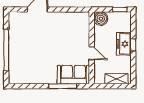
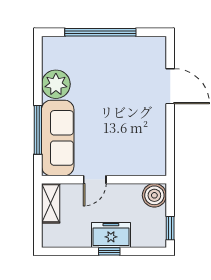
sofa: (73, 75) -> (58, 138), width x1.36
plant: (36, 76) -> (56, 84), added
shelving: (116, 79) -> (51, 203), moved

